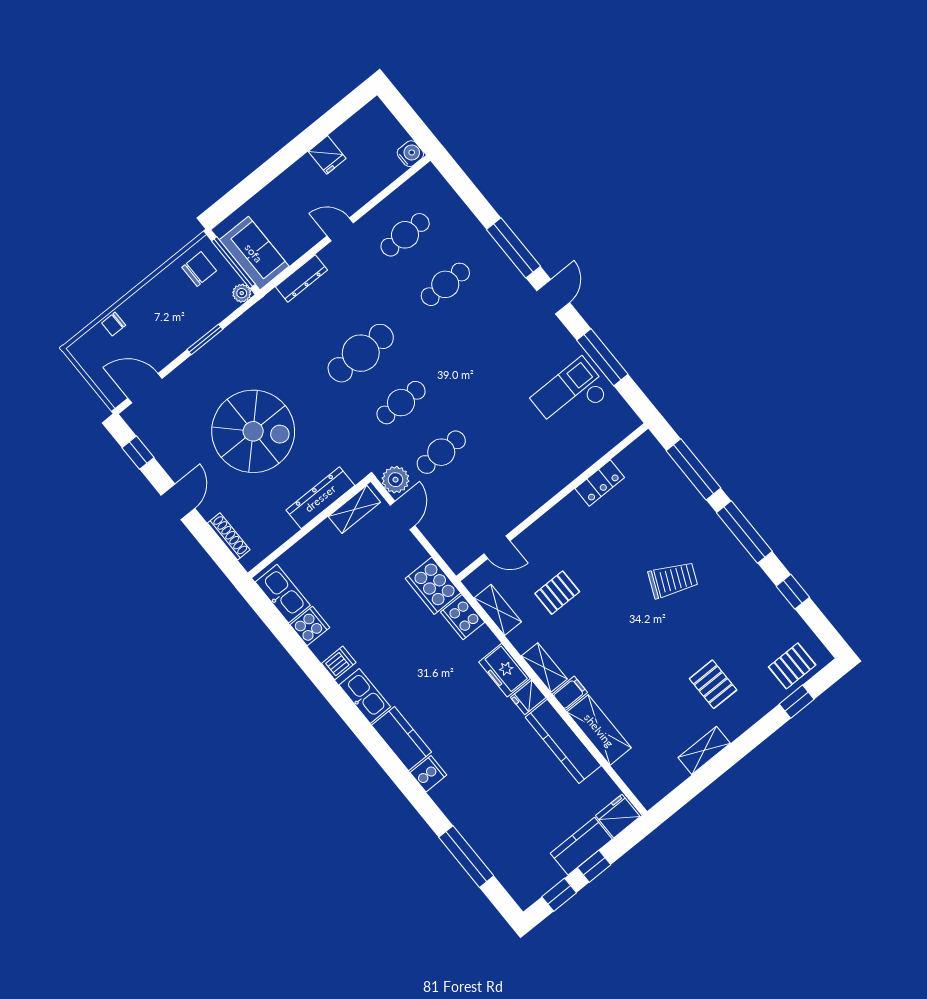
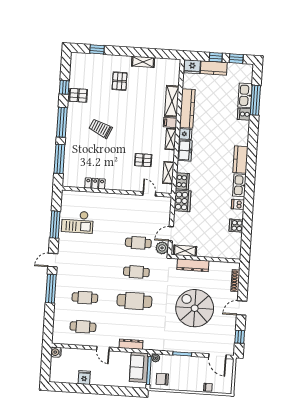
kitchen sink: (283, 594) -> (245, 95), moved
pallet: (792, 666) -> (78, 95), moved
cooker: (428, 774) -> (244, 114), moved

